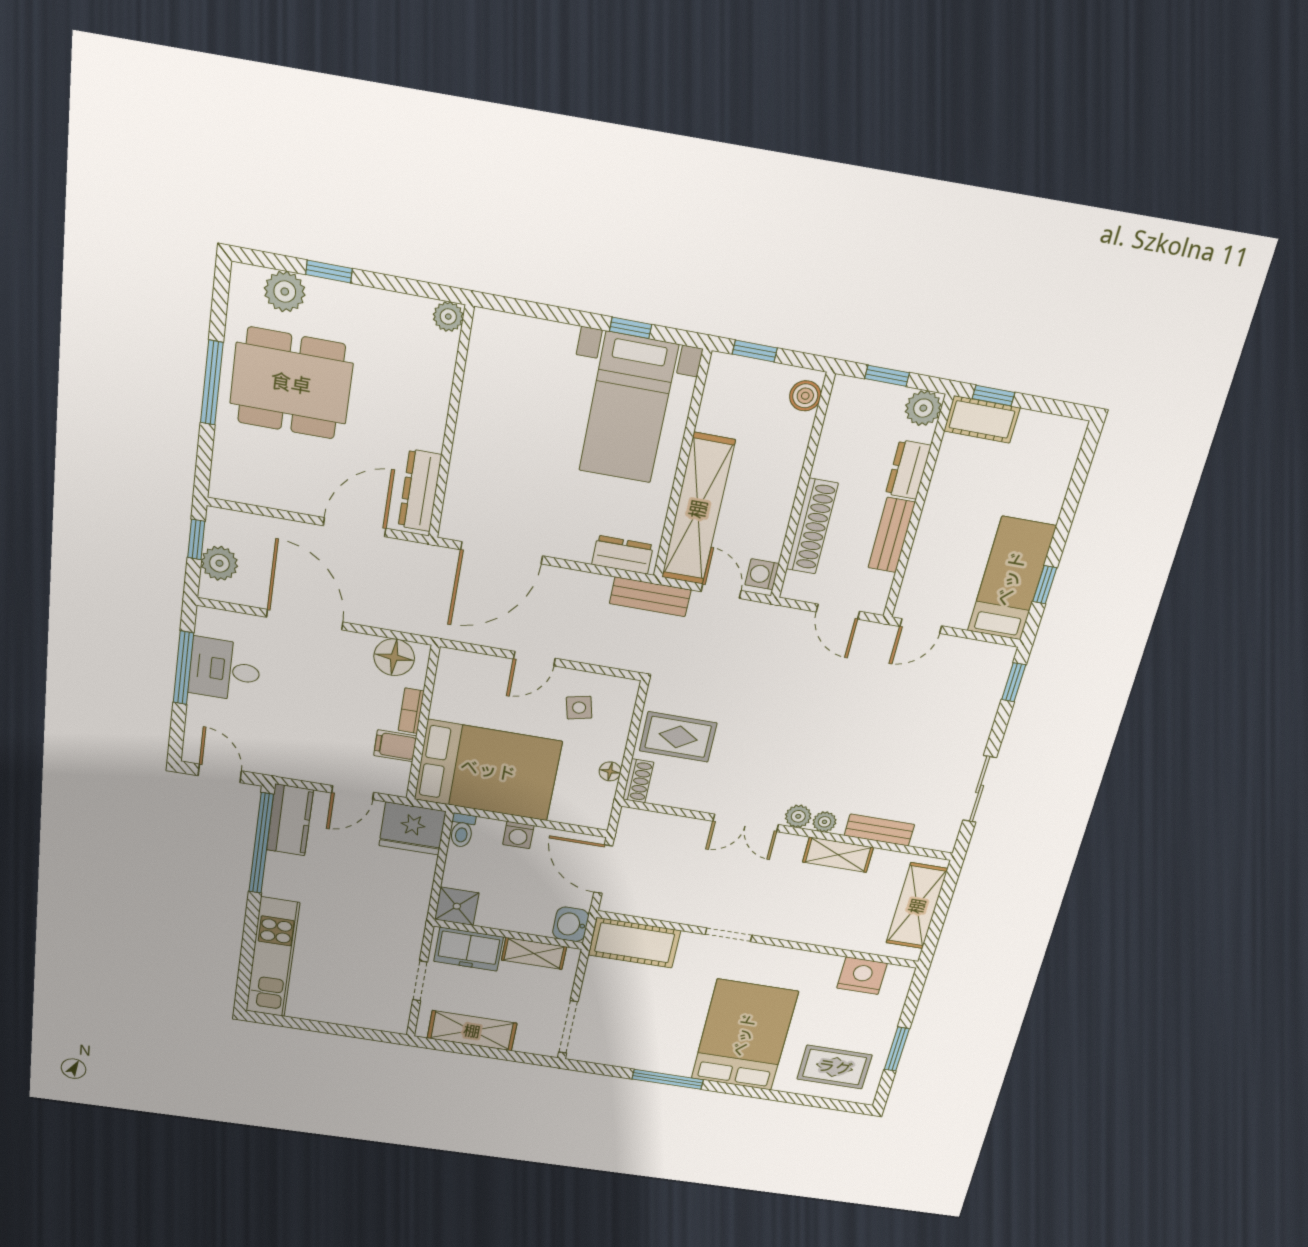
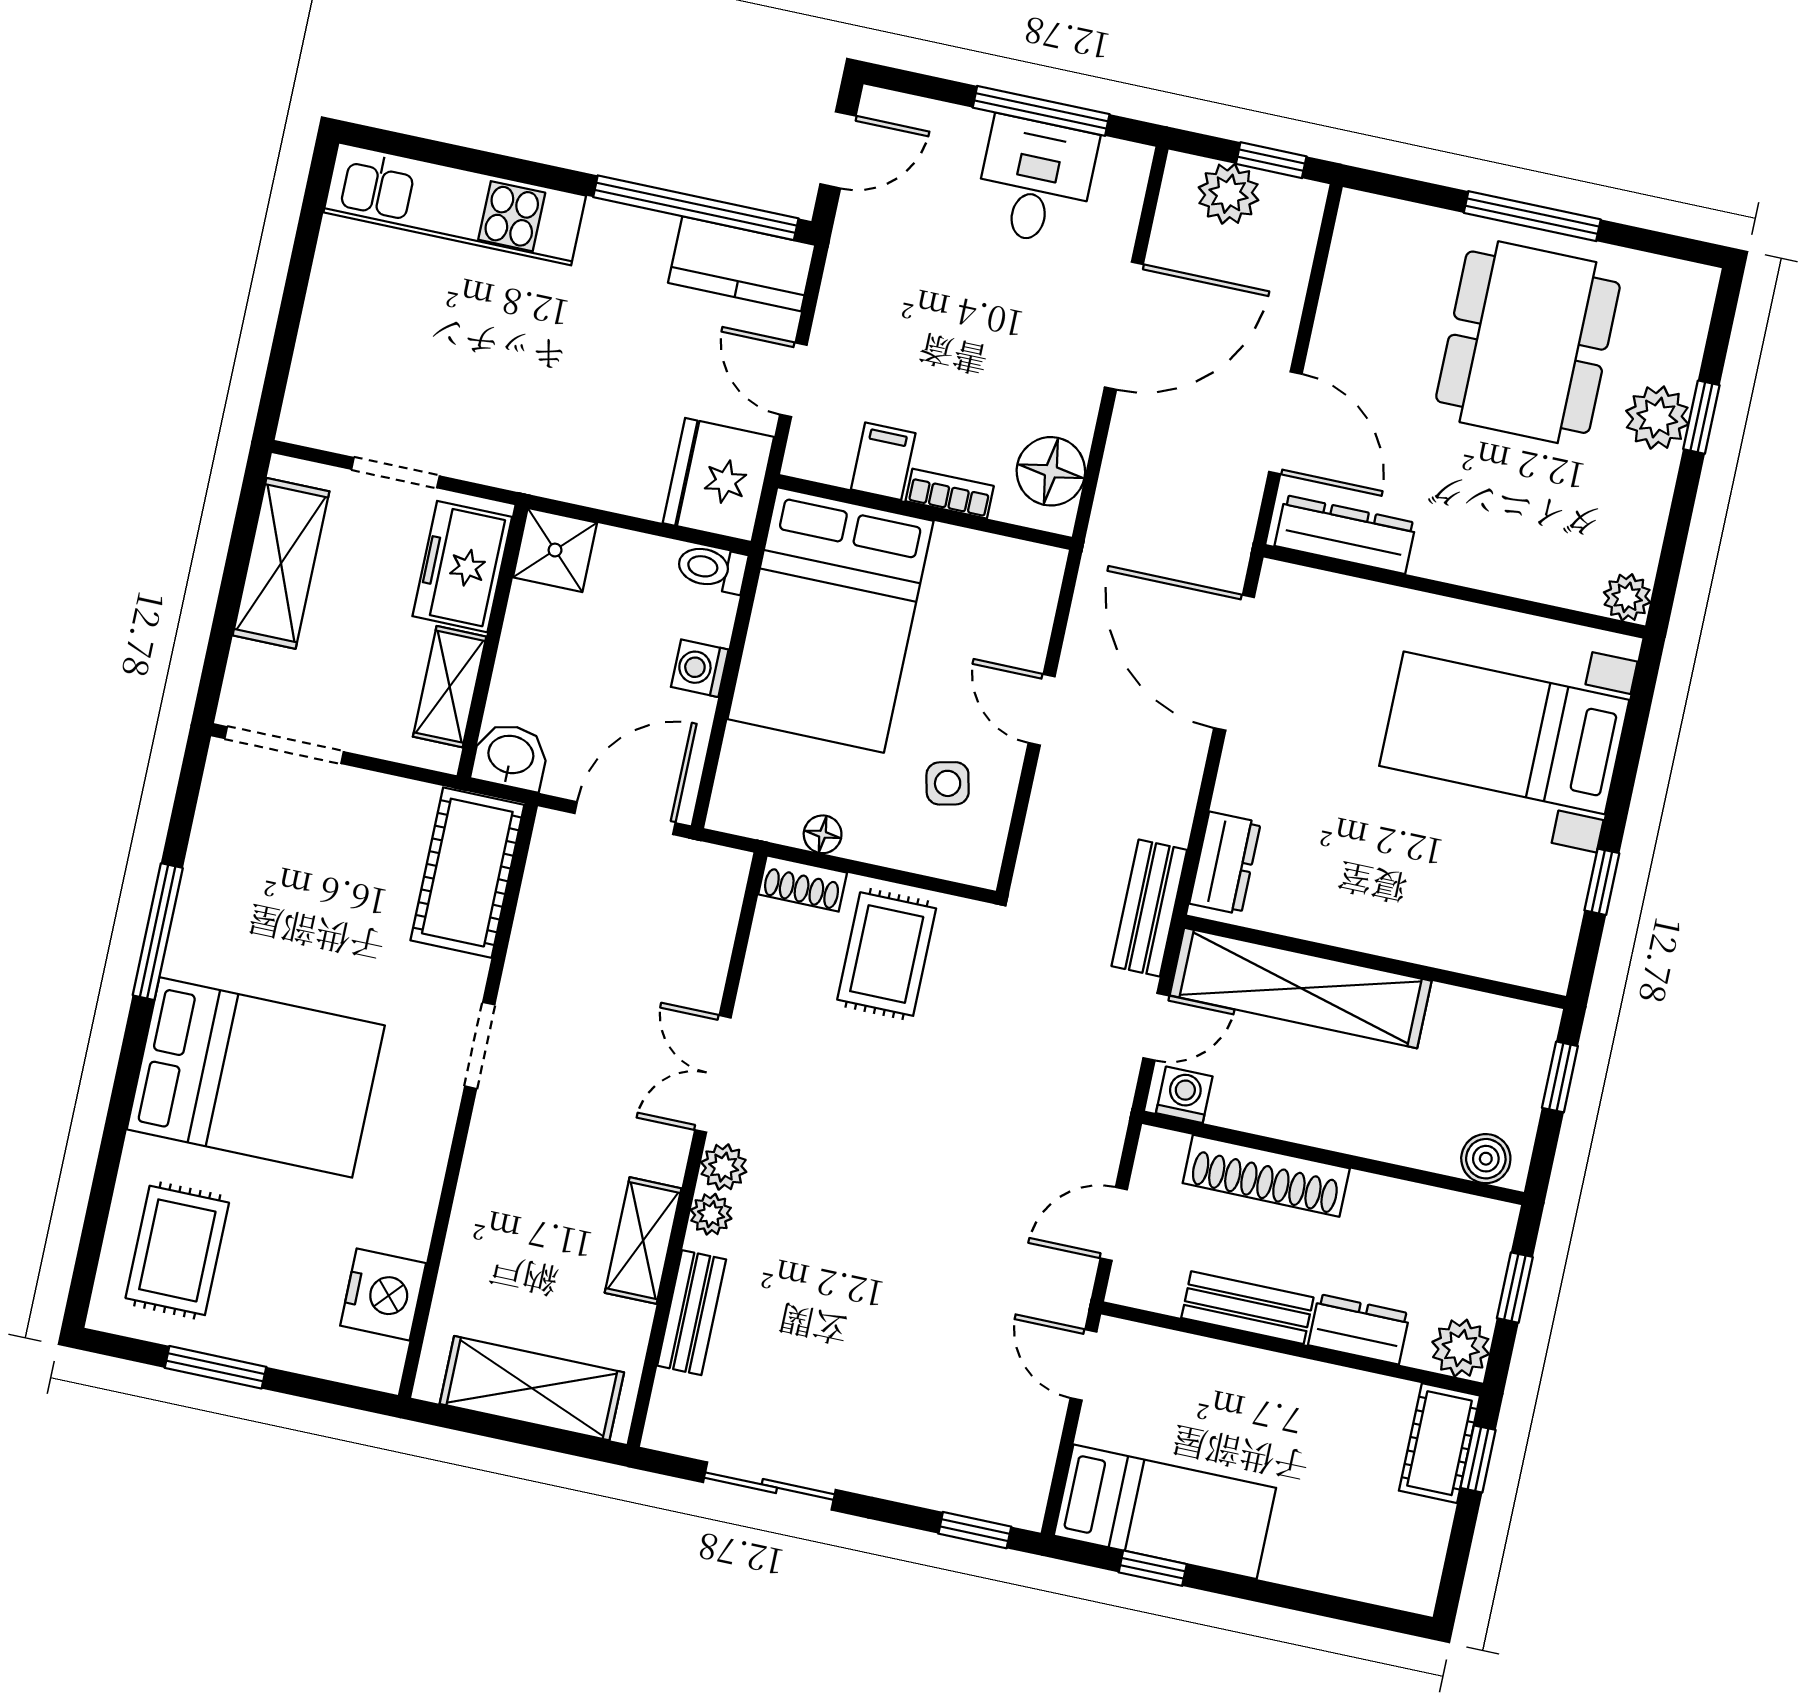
plant: (285, 292) -> (1657, 418), moved
bed with nightstands: (628, 408) -> (1504, 733), moved

